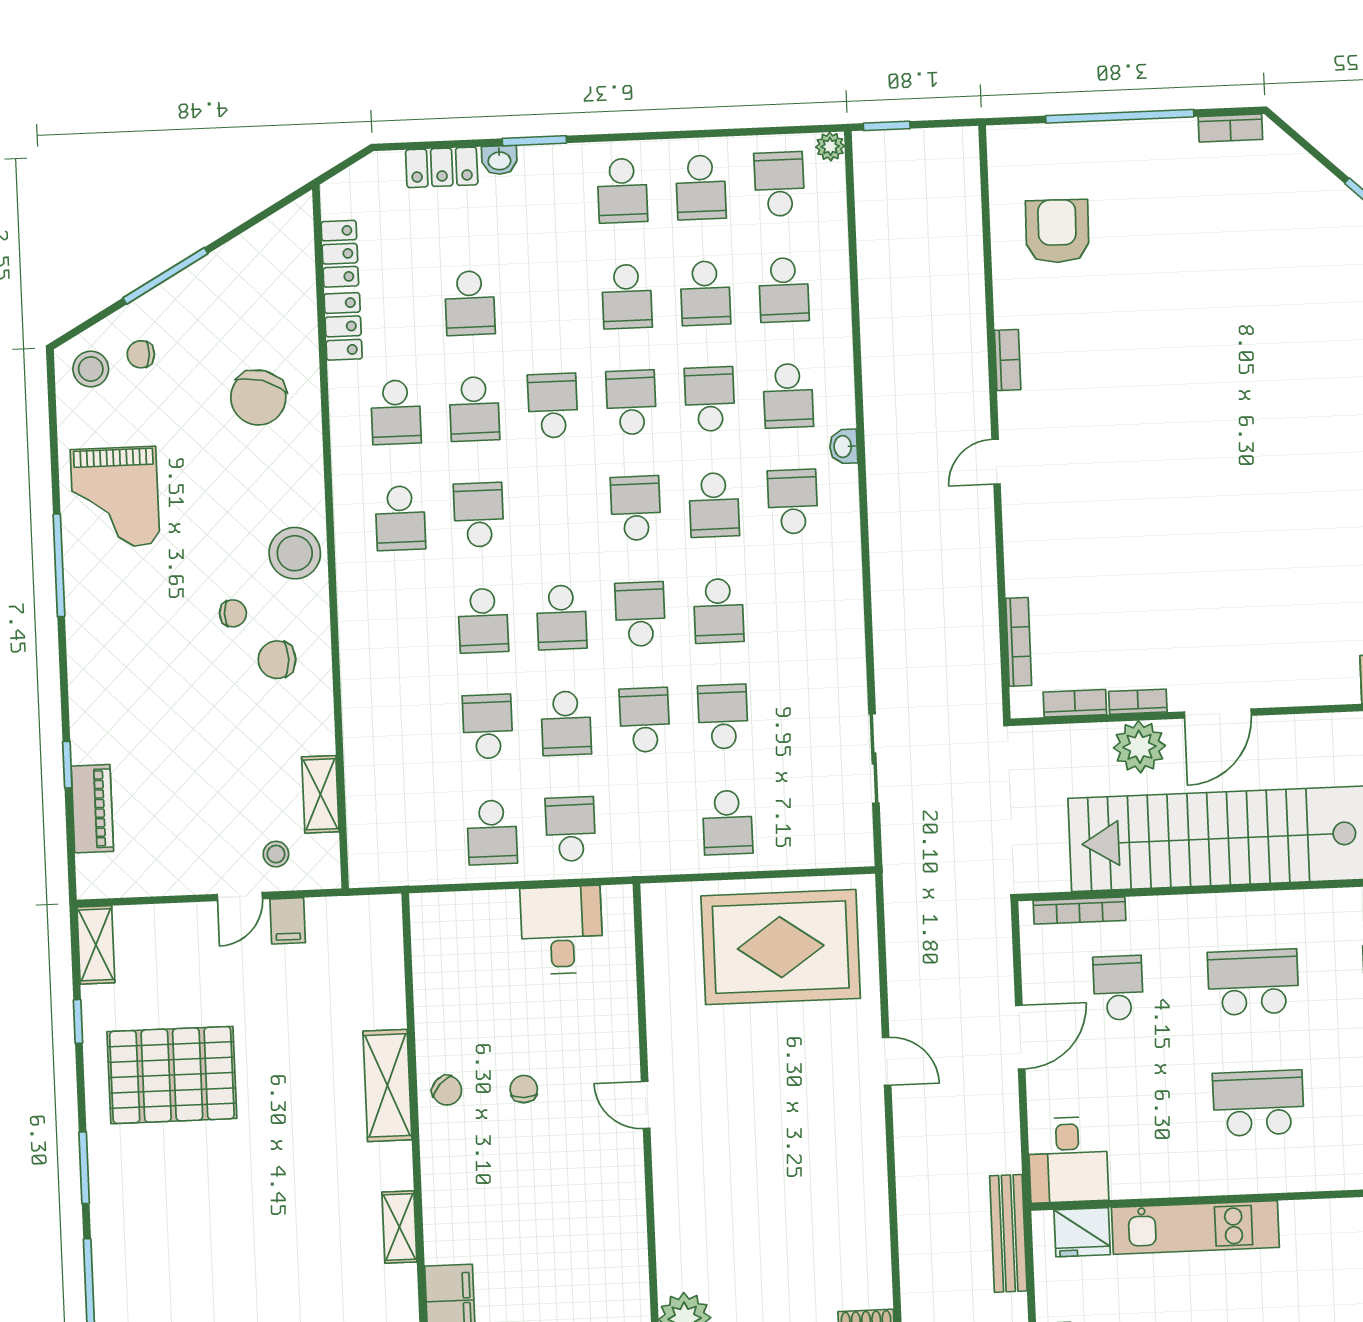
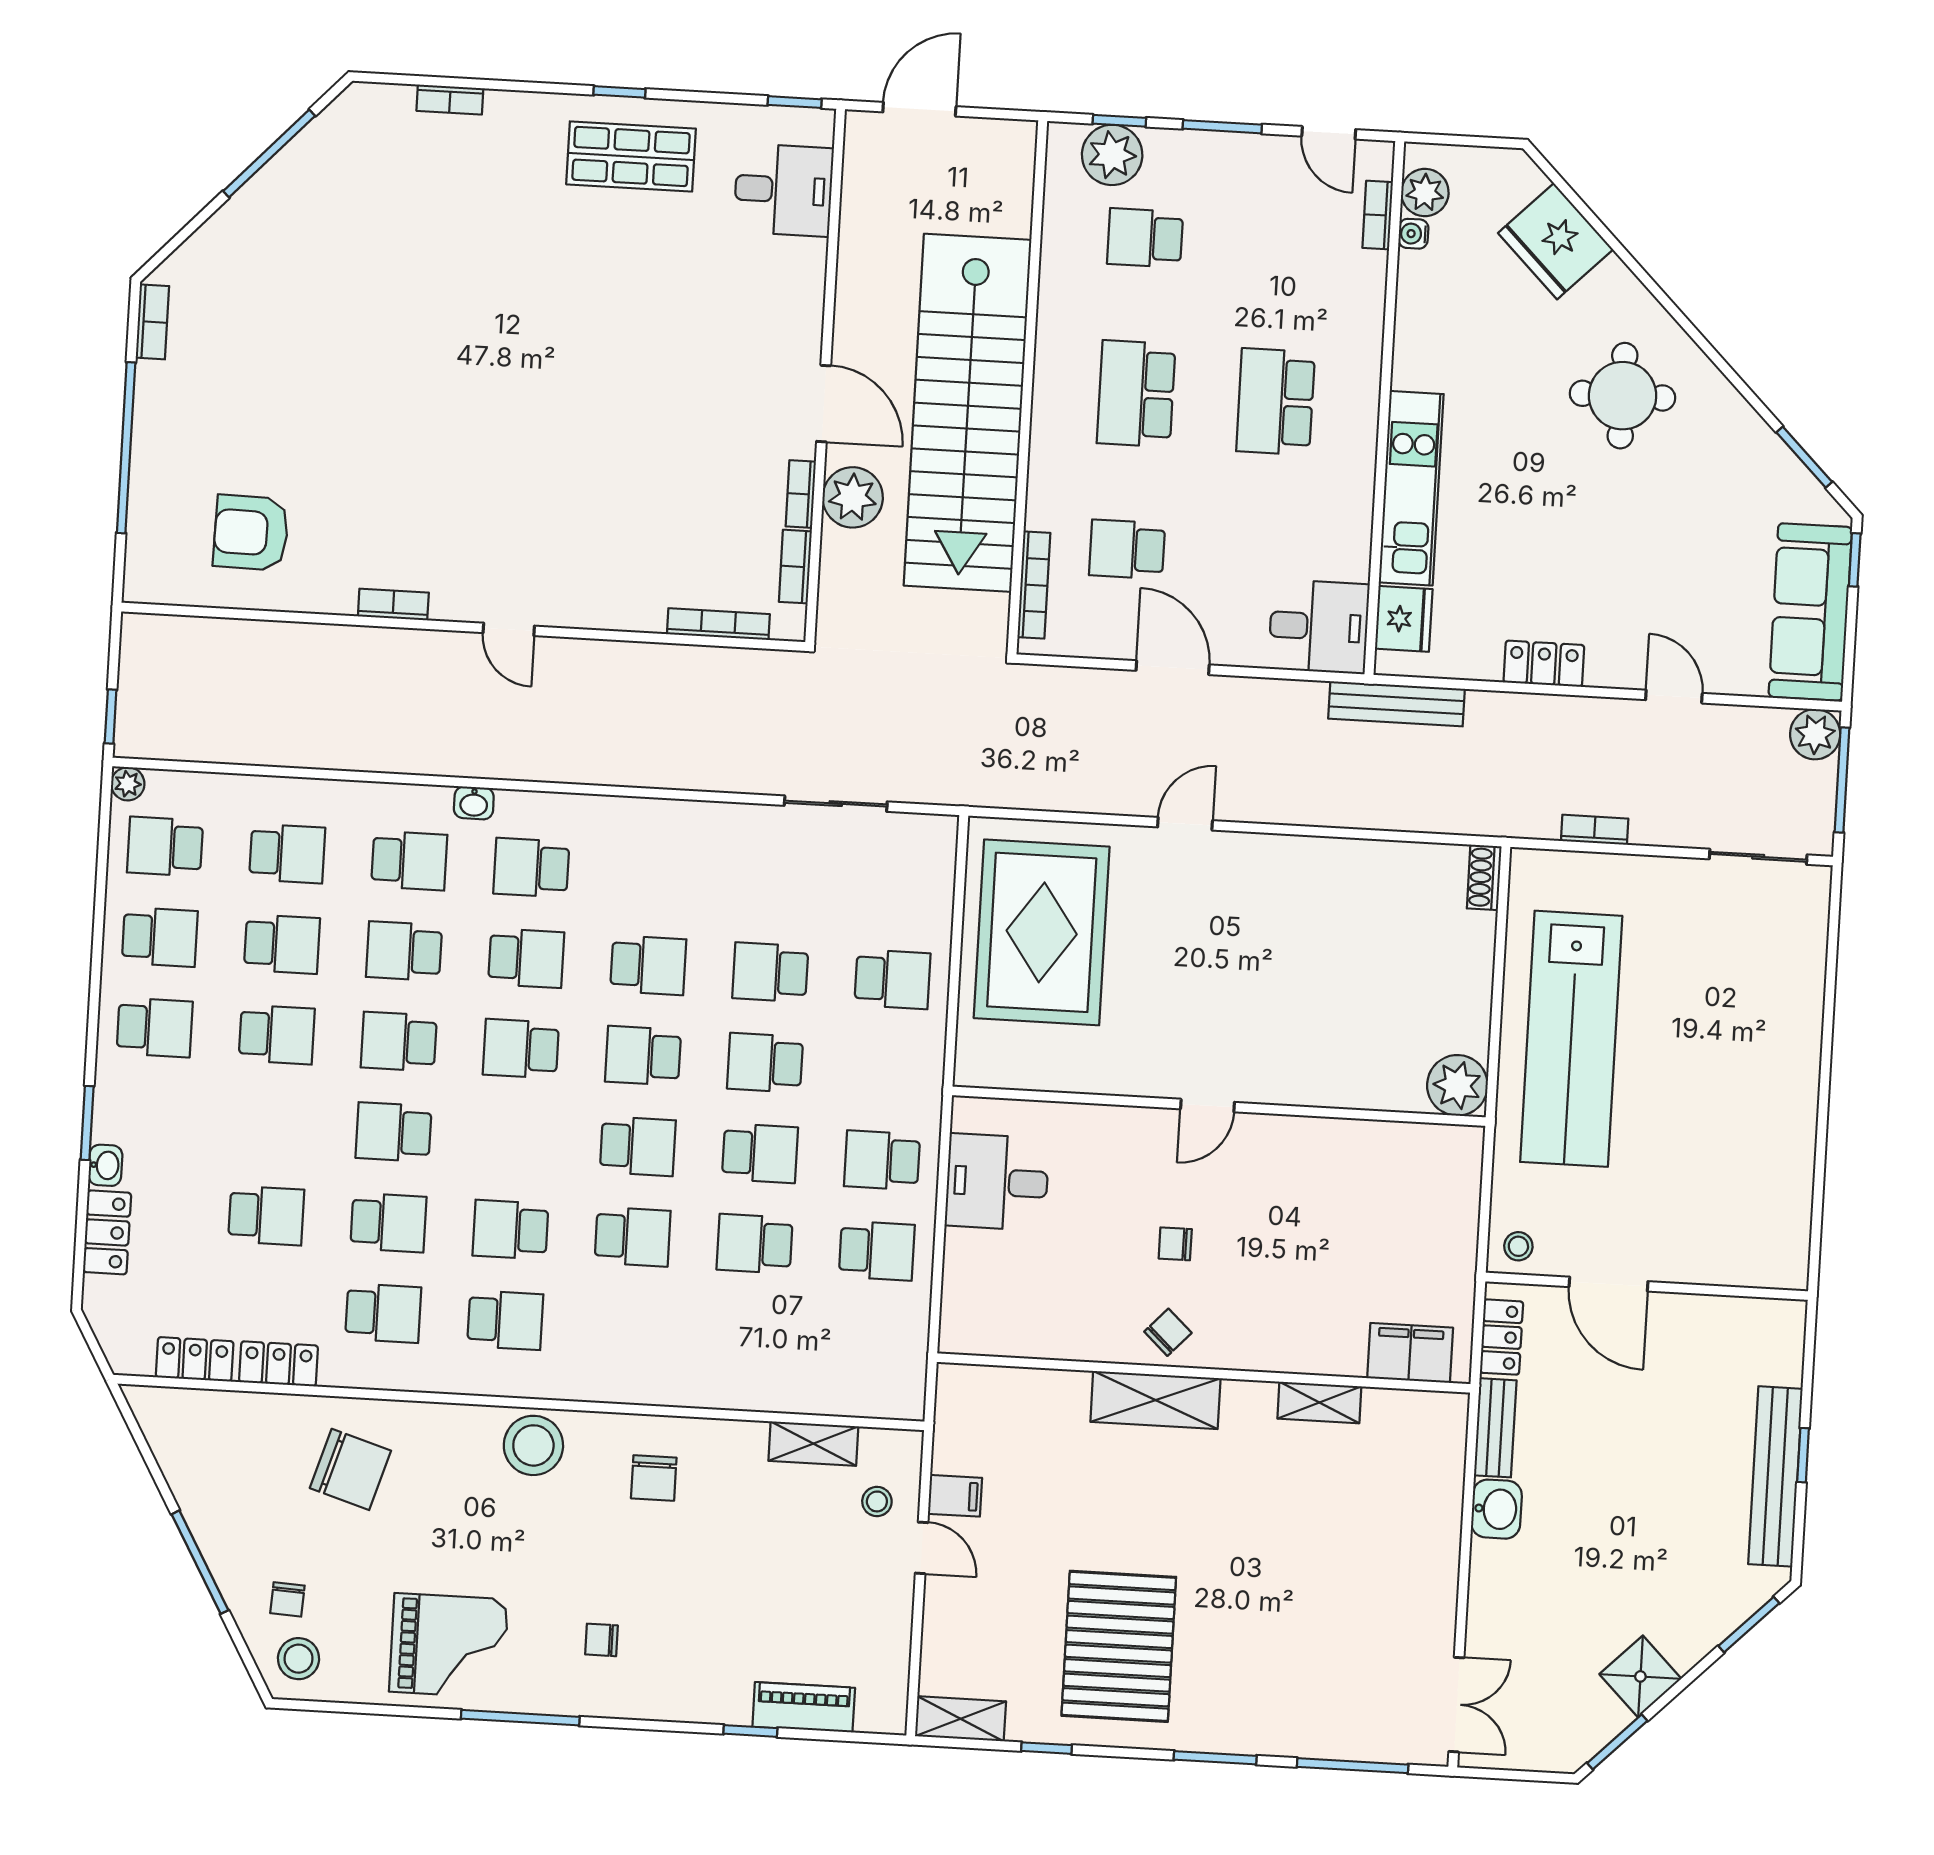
chair: (233, 613) -> (601, 1640), moved, turned -90

